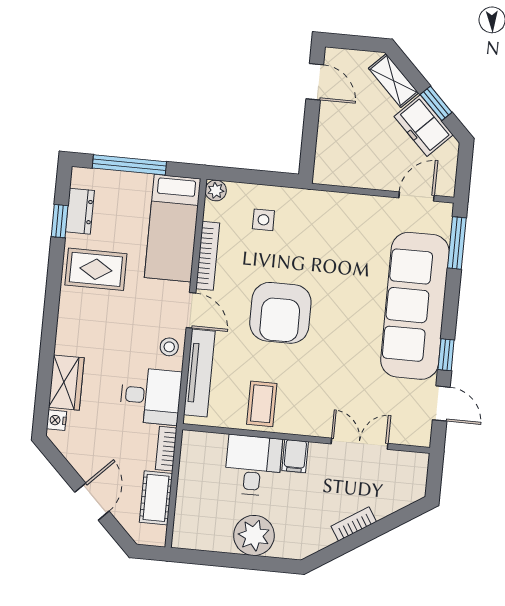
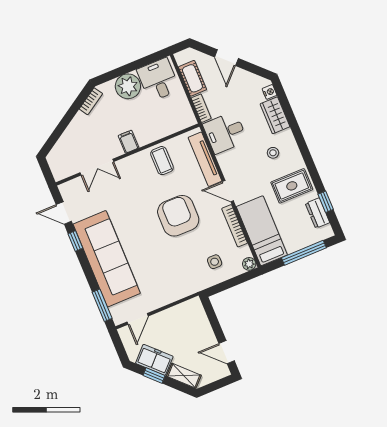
stool: (169, 347) -> (273, 153), moved
desk: (253, 465) -> (158, 80), moved, turned 180
bookcase: (354, 524) -> (91, 101), moved

